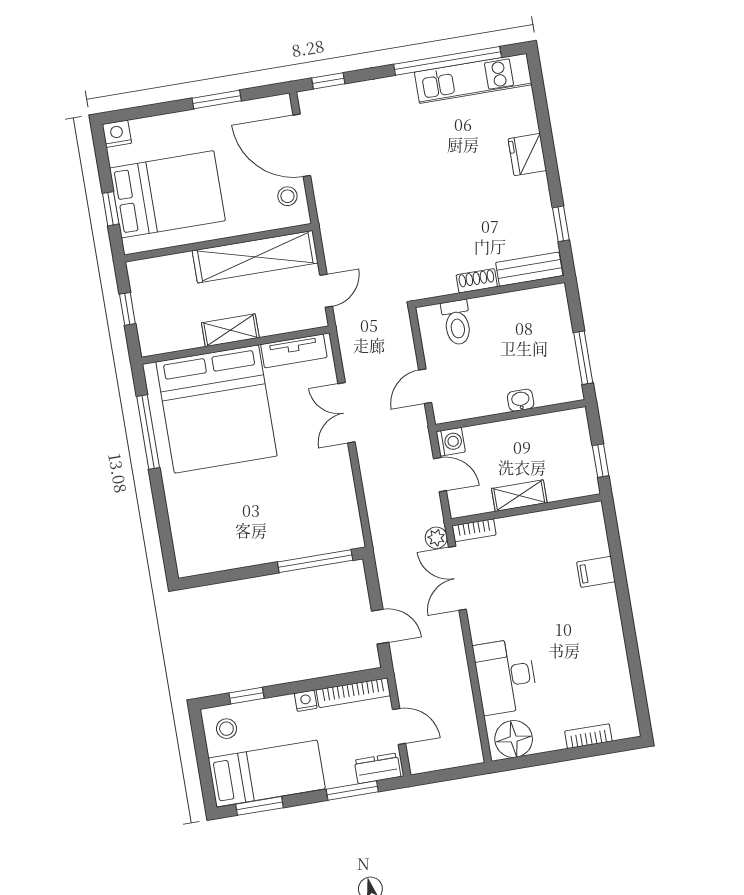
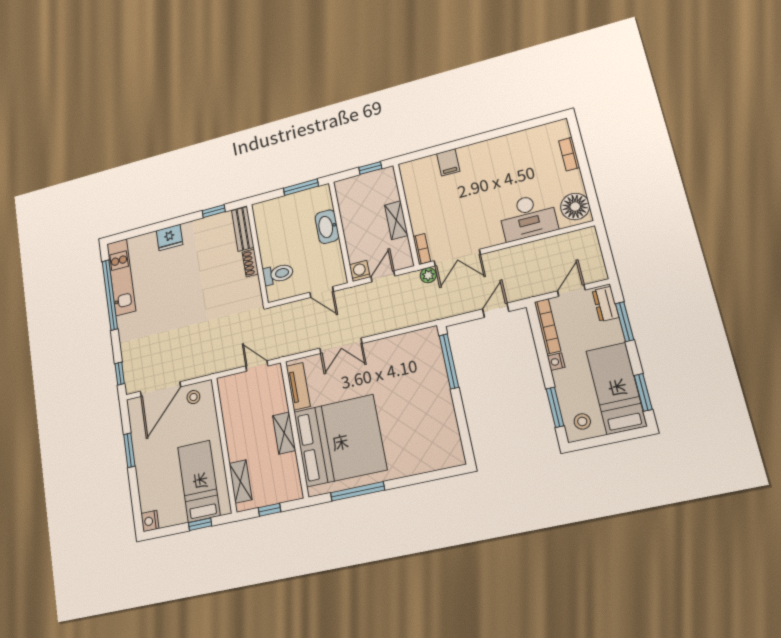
bed: (167, 194) -> (199, 481), width x0.67
shelving: (255, 257) -> (241, 482), moved, width x0.45, depth x0.75
washbasin: (521, 400) -> (327, 227), width x1.91, depth x1.45
window: (246, 696) -> (555, 407), width x1.50

